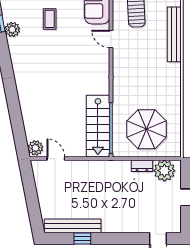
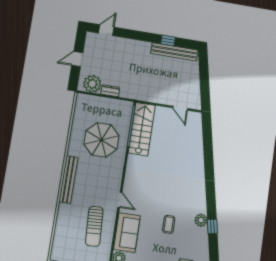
bench: (174, 34) -> (68, 179), moved
parasol: (146, 129) -> (101, 140), moved
plant: (35, 148) -> (196, 119), removed

